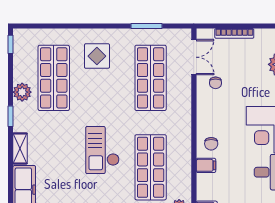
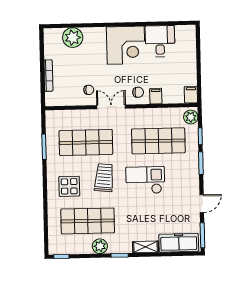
double door: (194, 57) -> (111, 107), moved
trolley: (107, 99) -> (104, 178), added
checkout: (102, 150) -> (145, 180), turned 180

